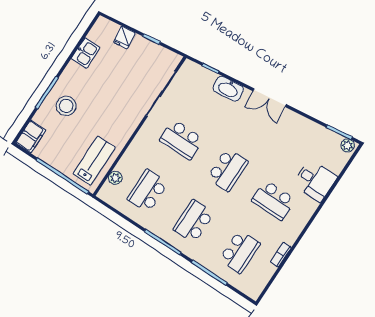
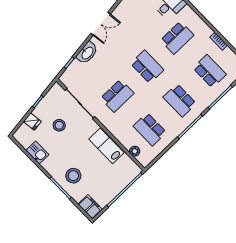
stool: (127, 73) -> (59, 125), added
lab bench: (94, 161) -> (106, 146), moved

